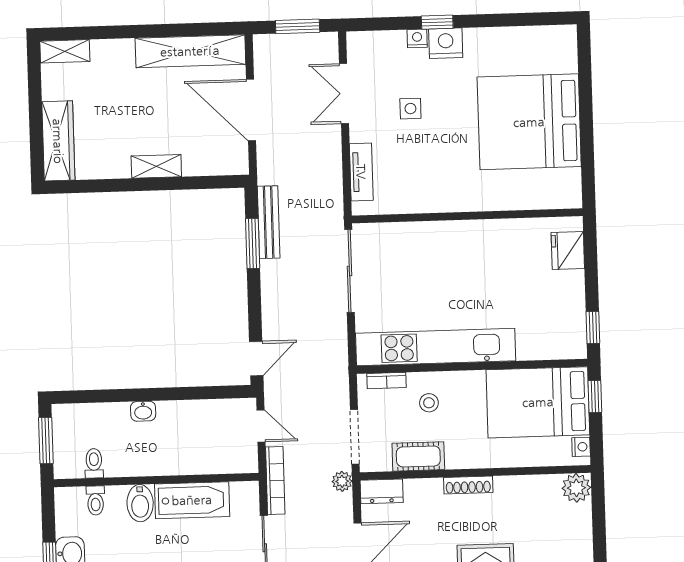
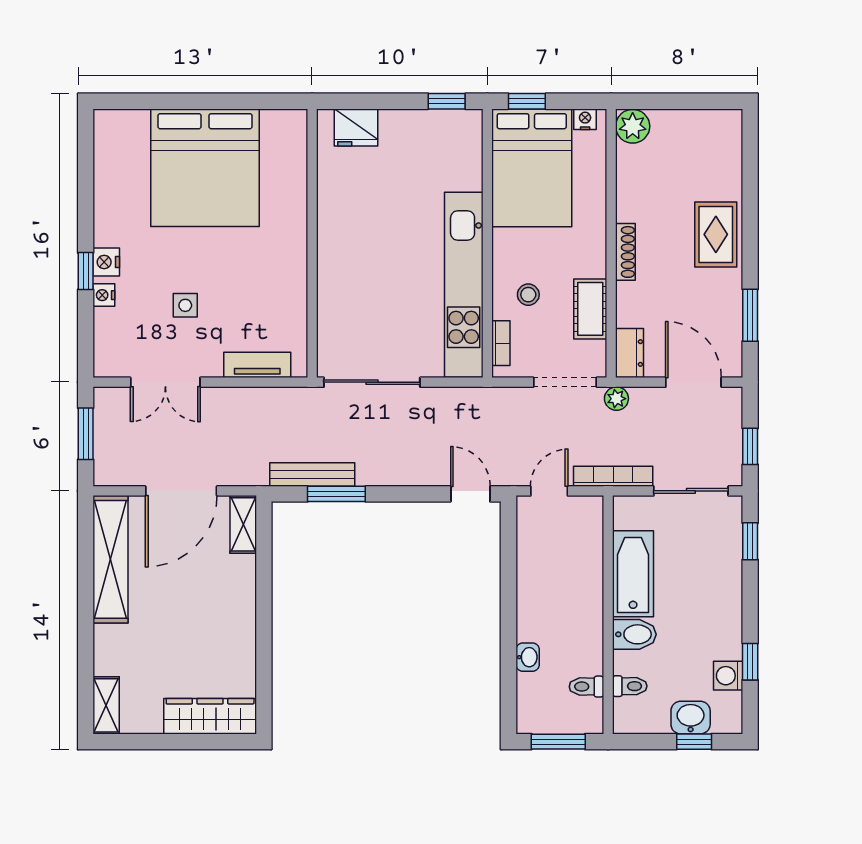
nightstand: (446, 43) -> (106, 262), width x0.74, depth x0.75
shelving: (156, 166) -> (243, 524), moved
washbasin: (143, 411) -> (528, 657), moved

